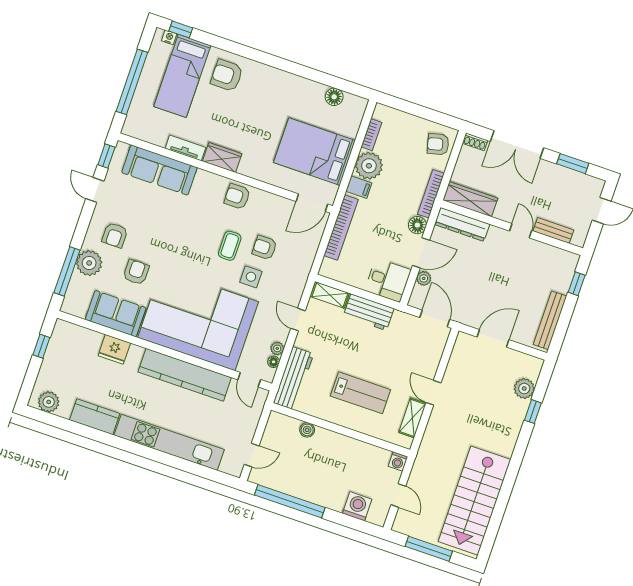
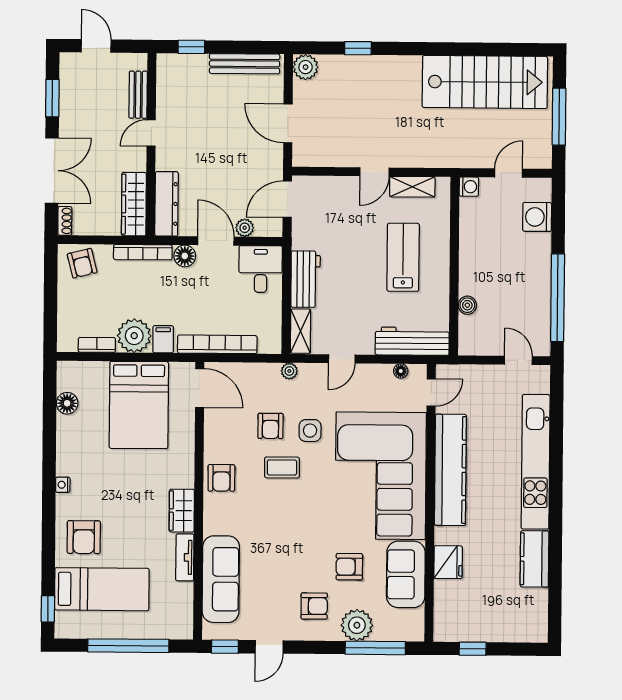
nightstand: (169, 37) -> (63, 485), moved
plant: (277, 348) -> (289, 371), moved
plant: (524, 388) -> (306, 67), moved
plant: (49, 402) -> (535, 619), removed

